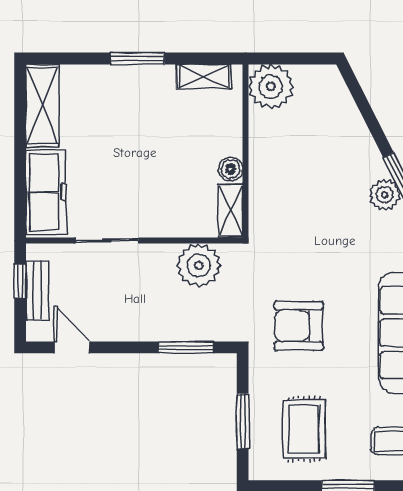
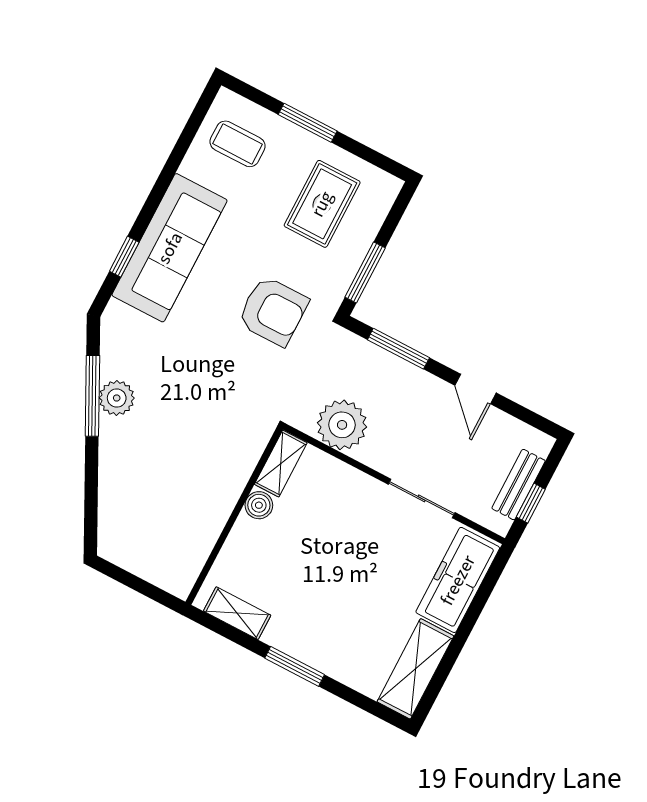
plant: (271, 87) -> (175, 567), removed
door: (72, 347) -> (476, 389), moved
window: (243, 421) -> (365, 272), moved

